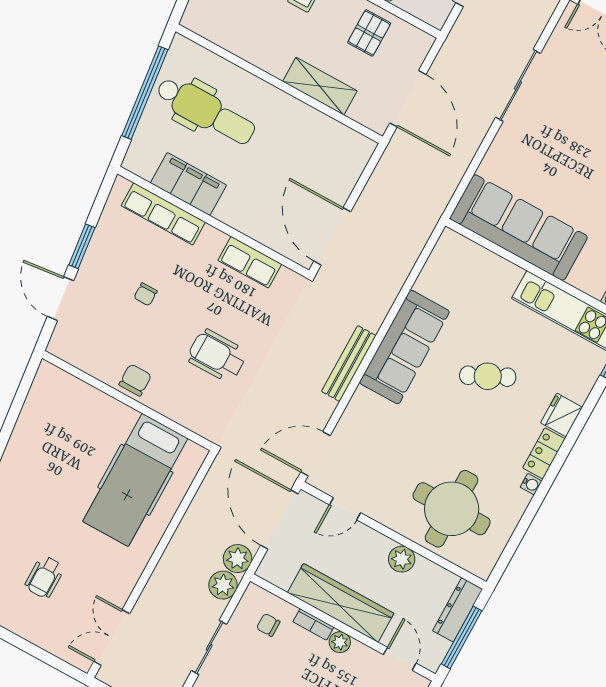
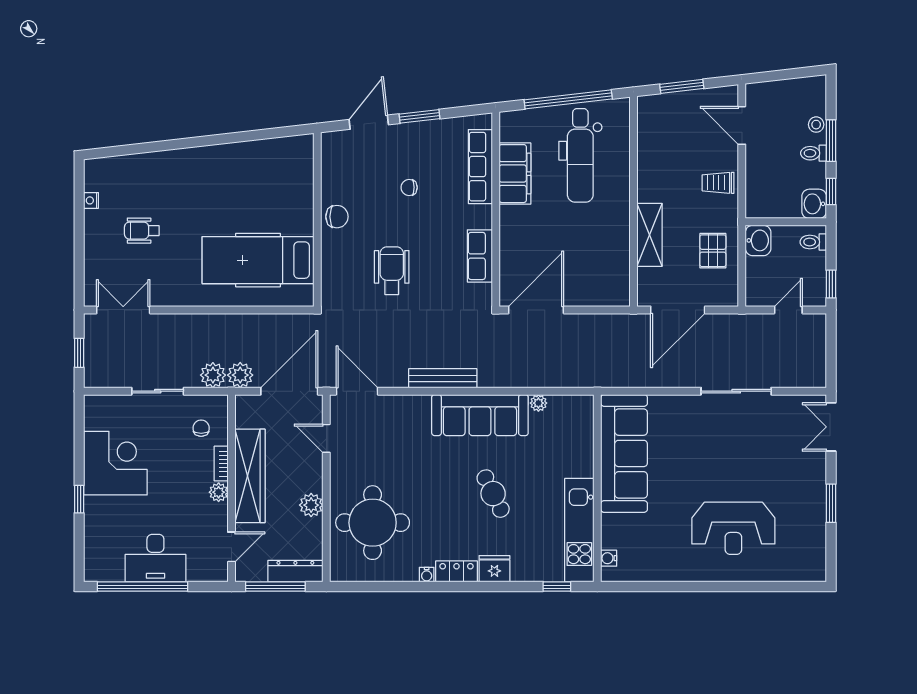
pallet: (369, 33) -> (713, 251), turned 90
plant: (424, 284) -> (538, 403), added

